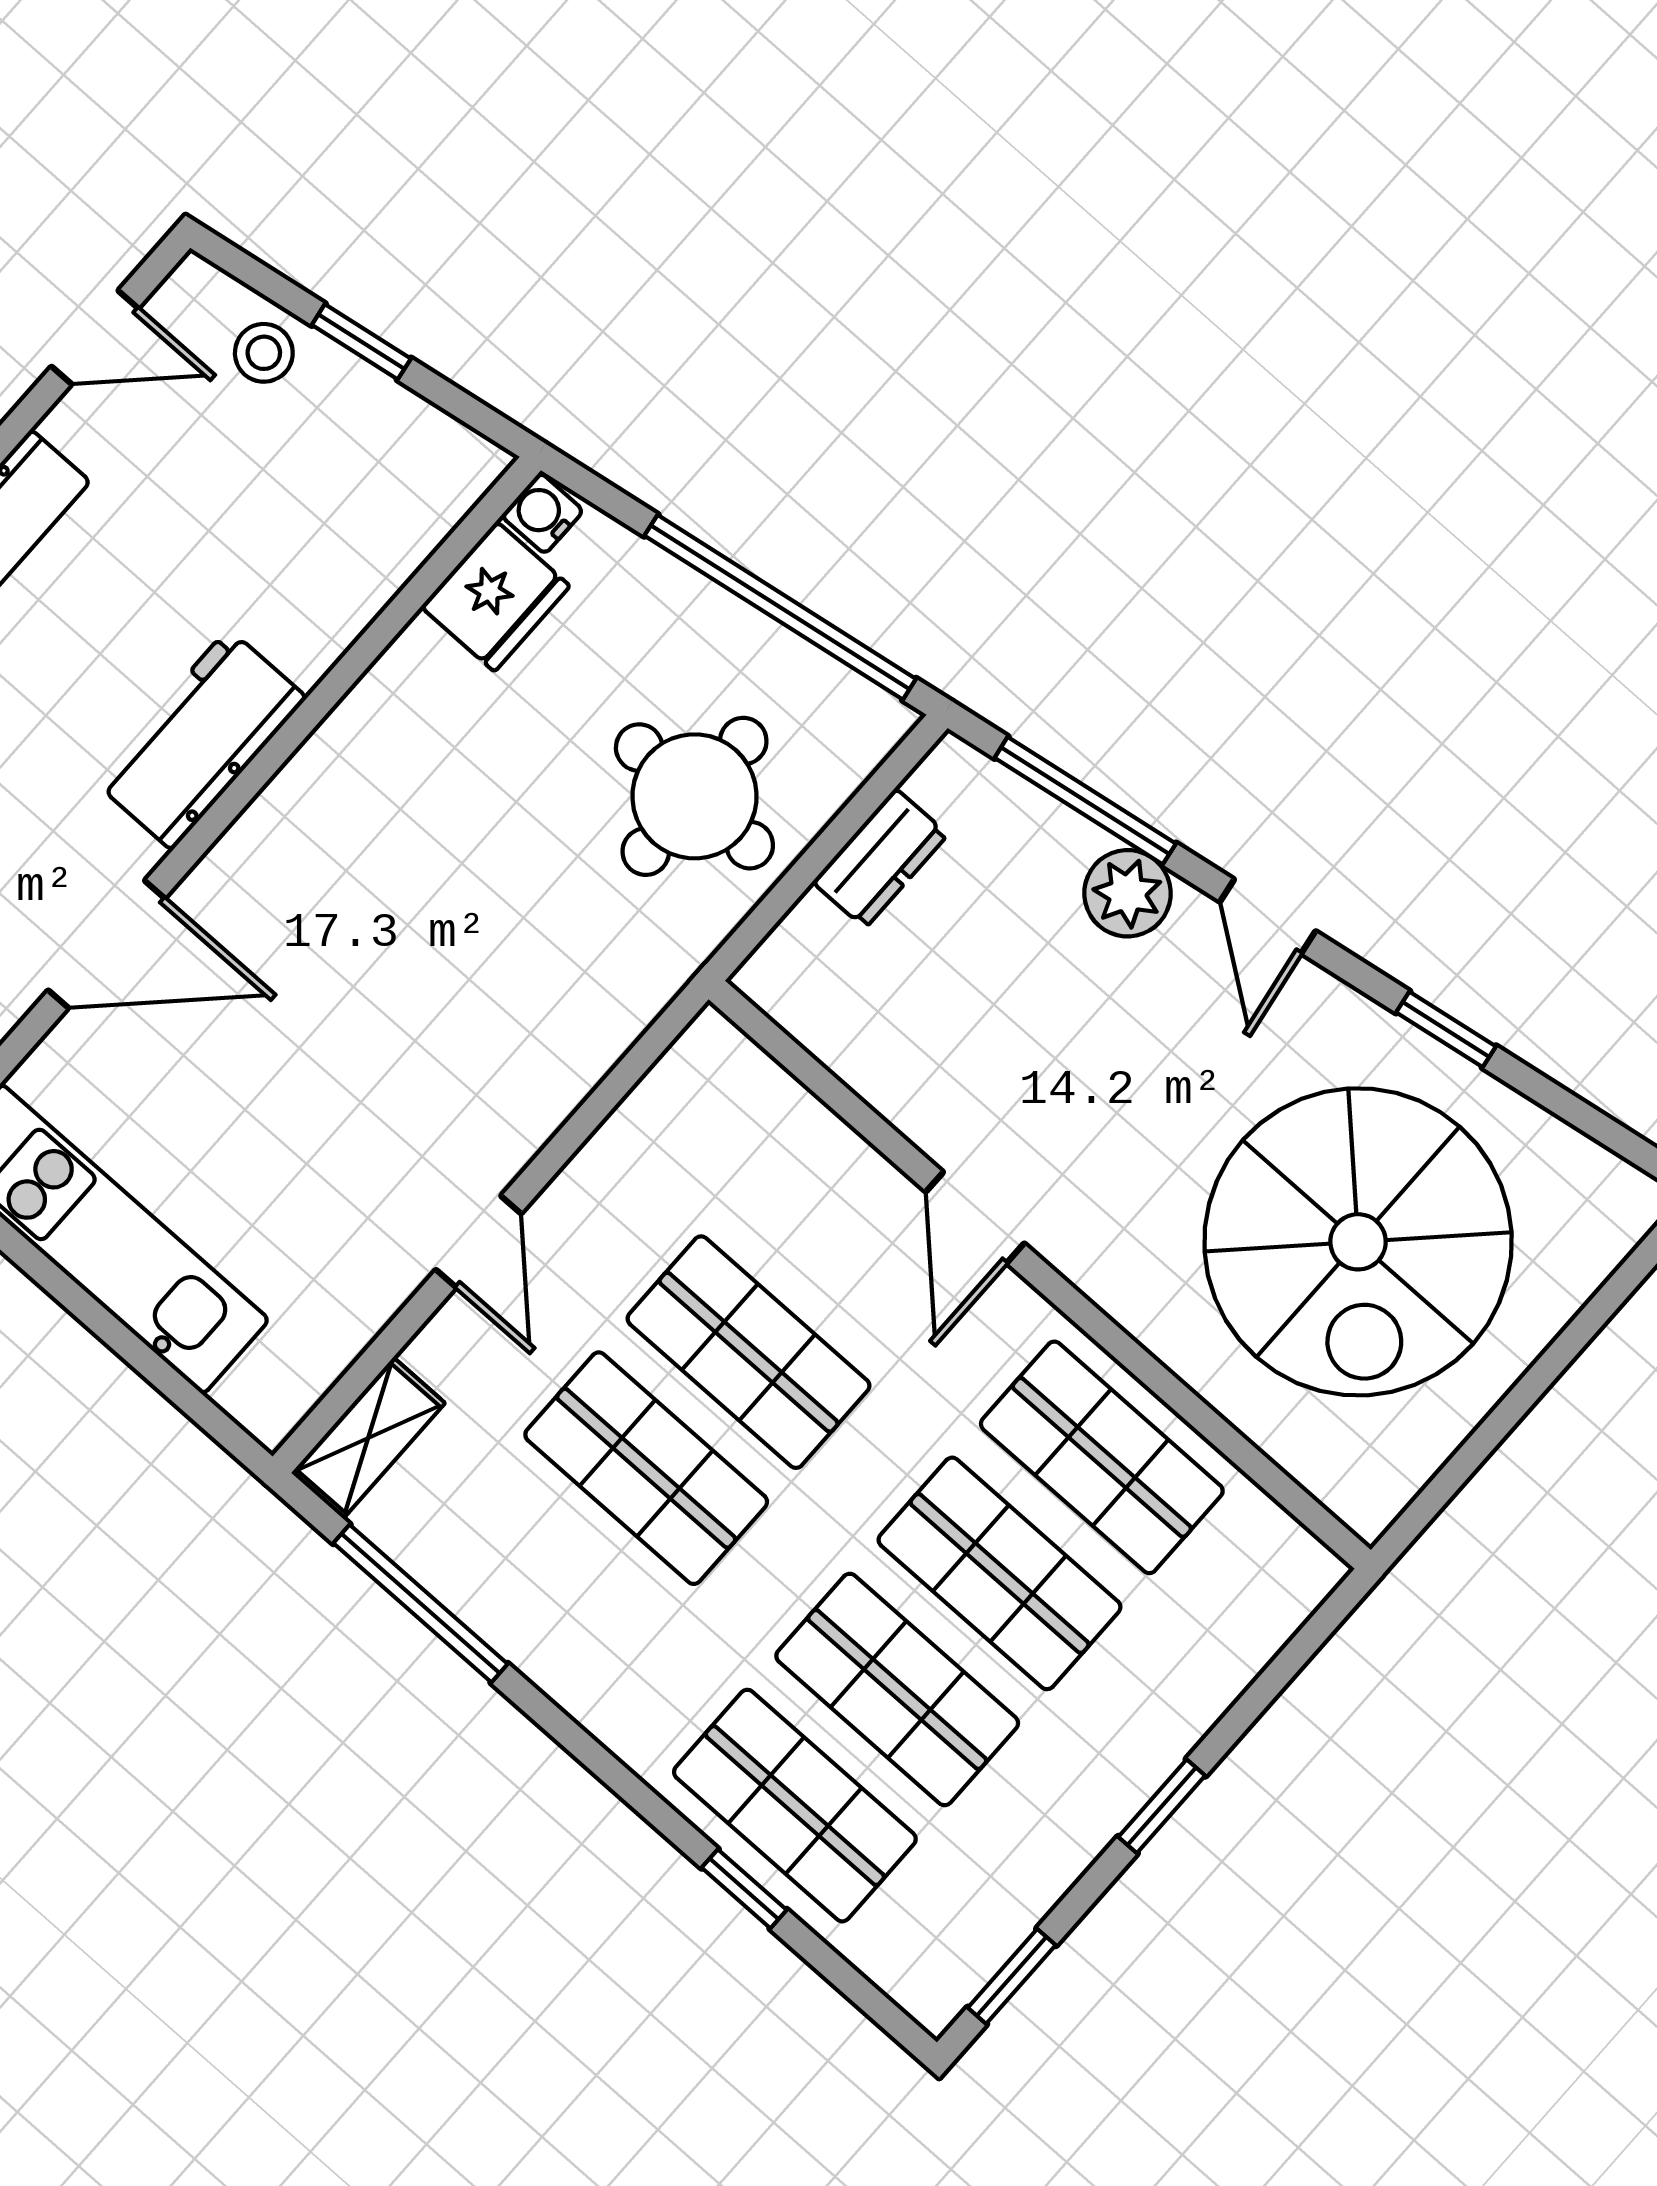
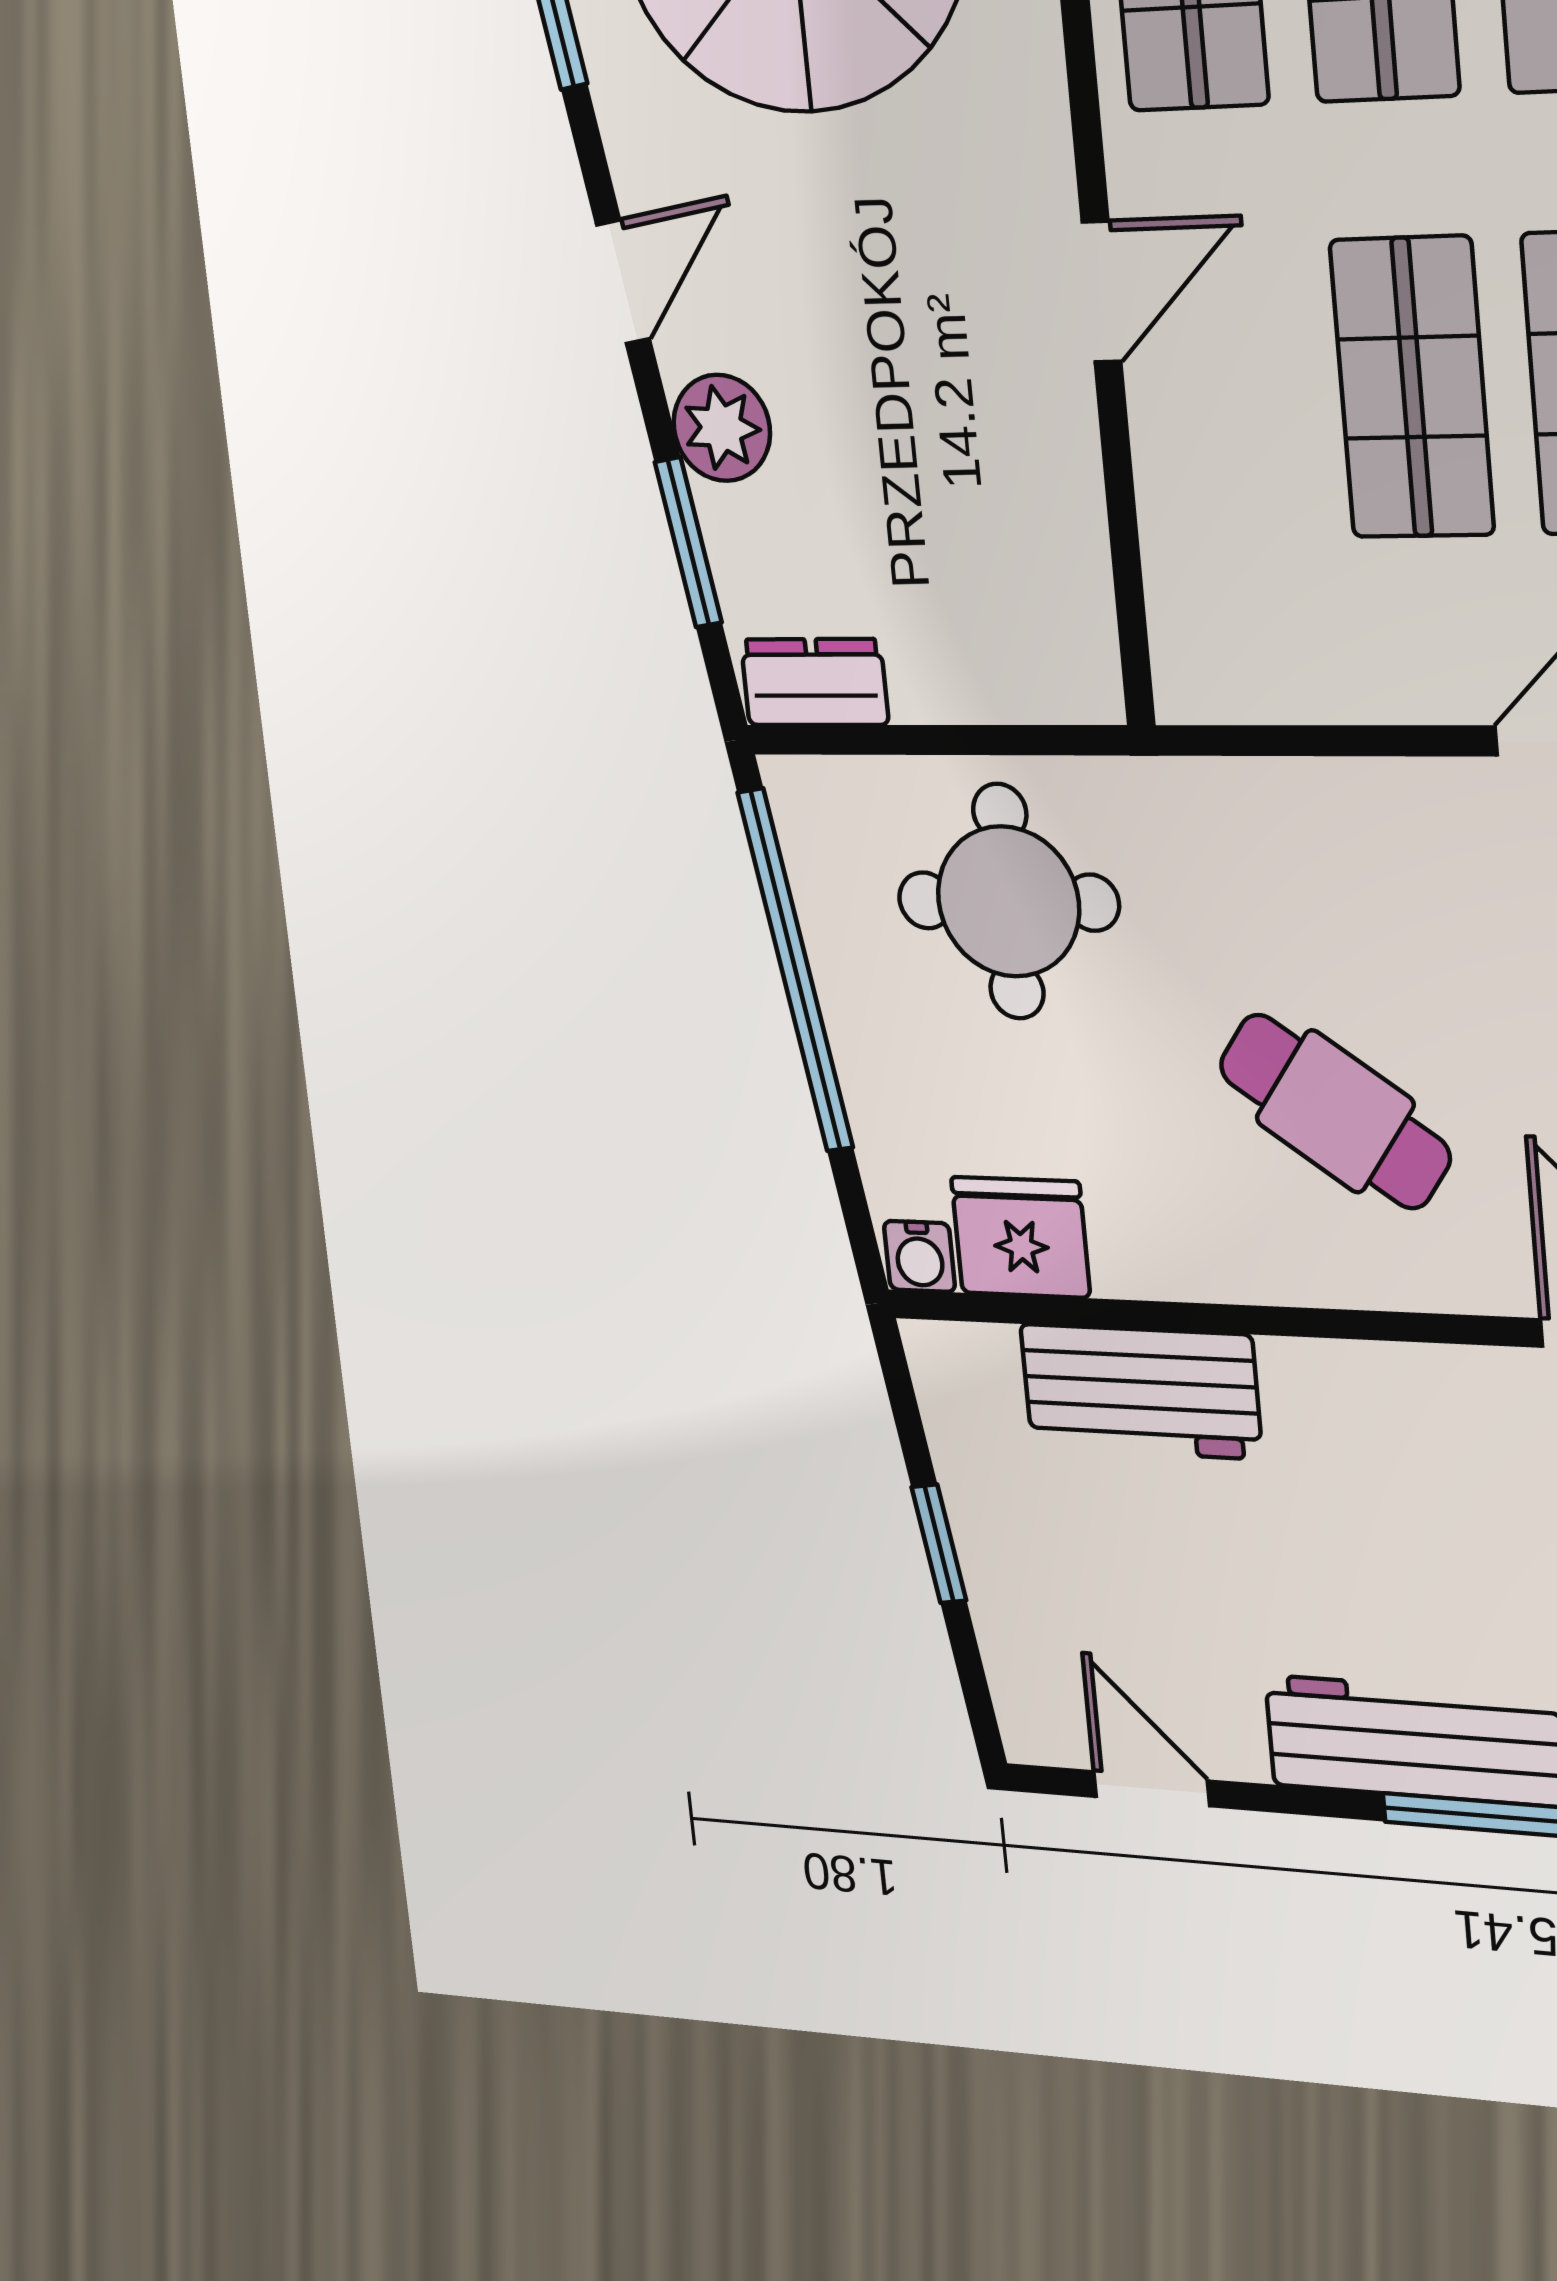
stool: (264, 353) -> (1026, 1624), removed
workbench: (200, 739) -> (1141, 1391), moved
window: (1085, 801) -> (688, 542), width x0.69
dresser: (880, 858) -> (814, 682), moved
cafe table: (392, 886) -> (1335, 1111), added

